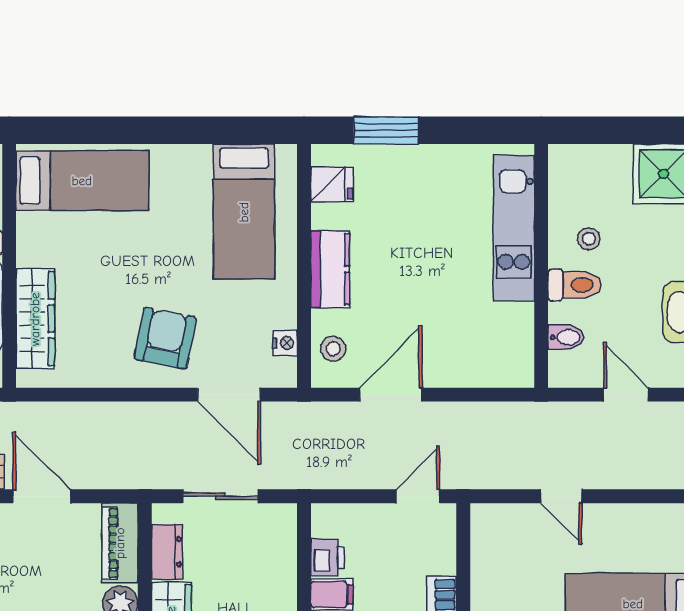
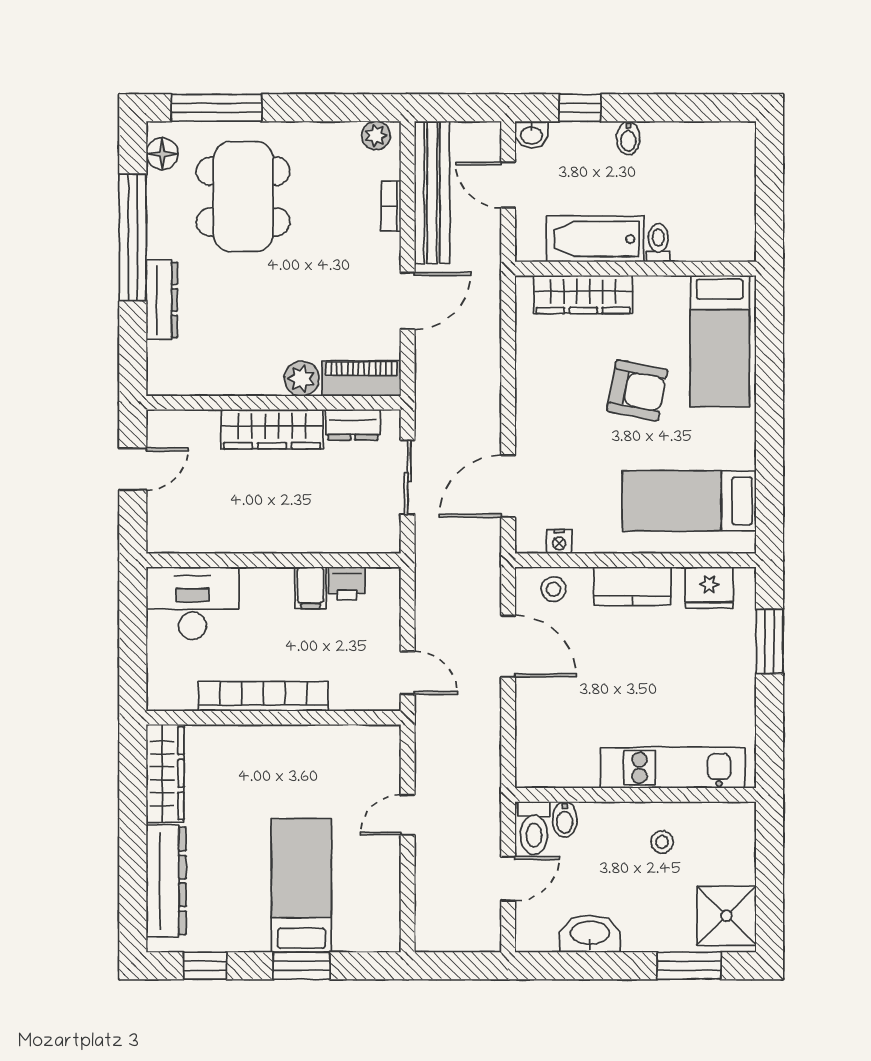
fridge: (332, 184) -> (709, 588), width x1.38
toilet: (575, 285) -> (534, 828), moved
armchair: (165, 338) -> (637, 390), moved

